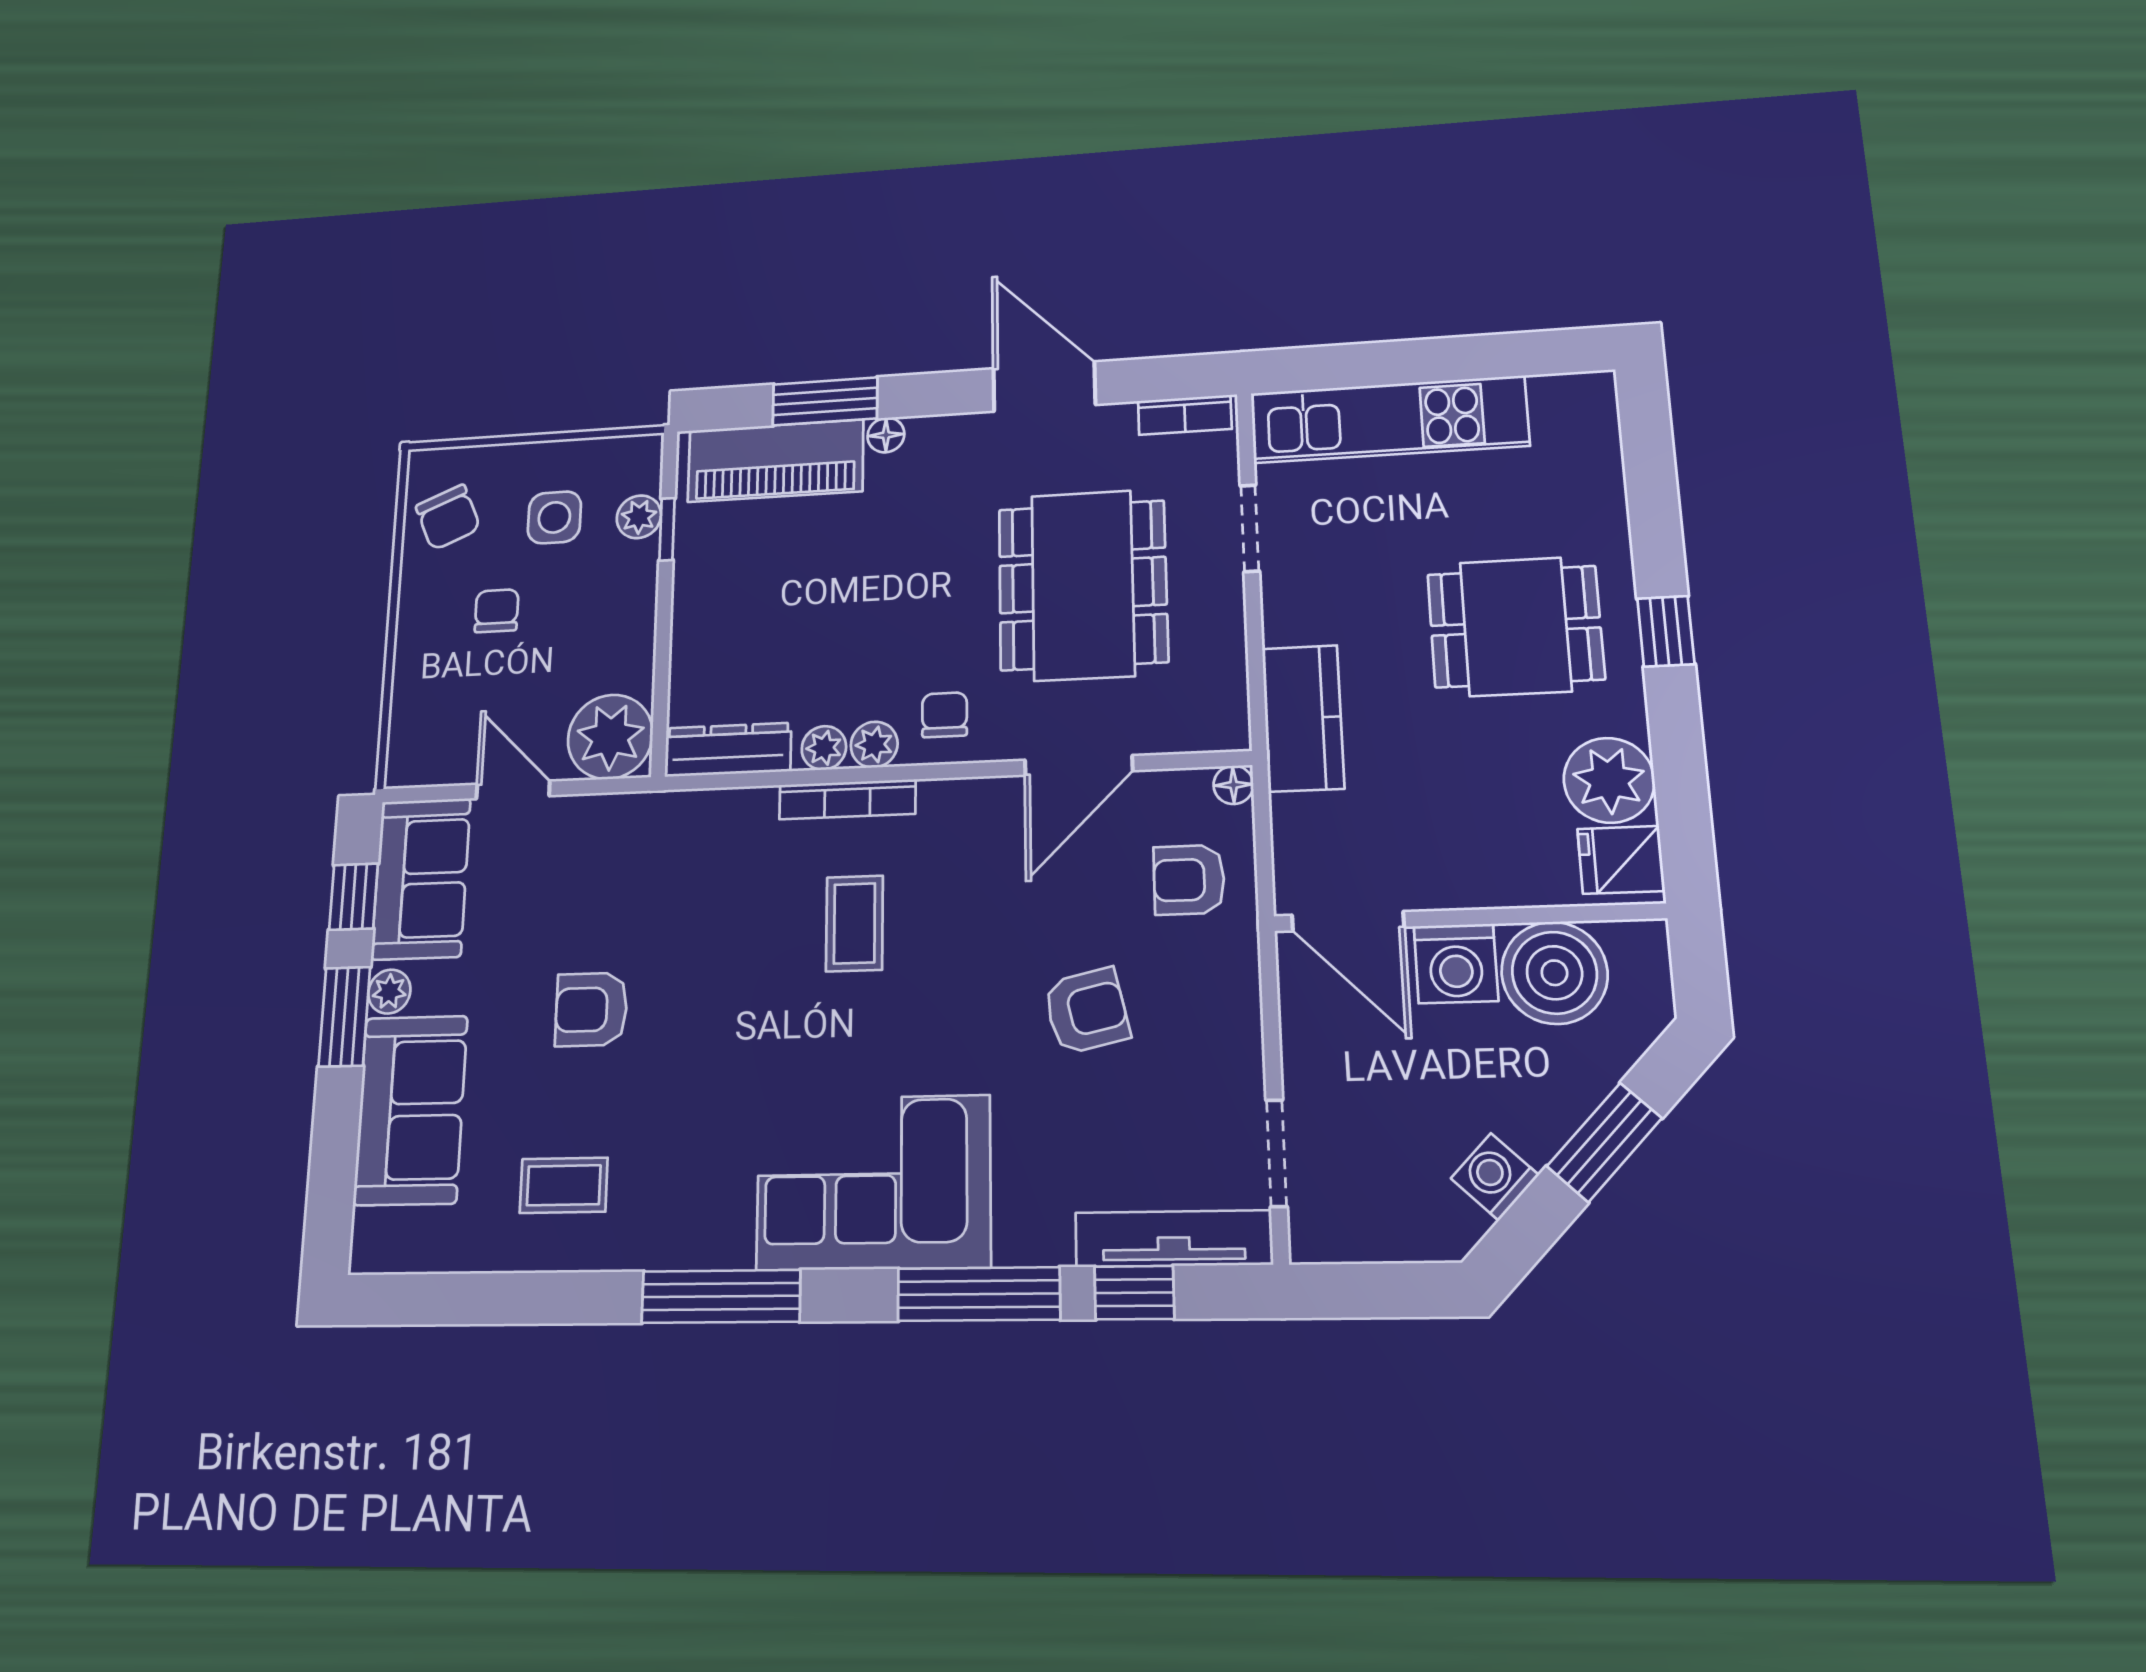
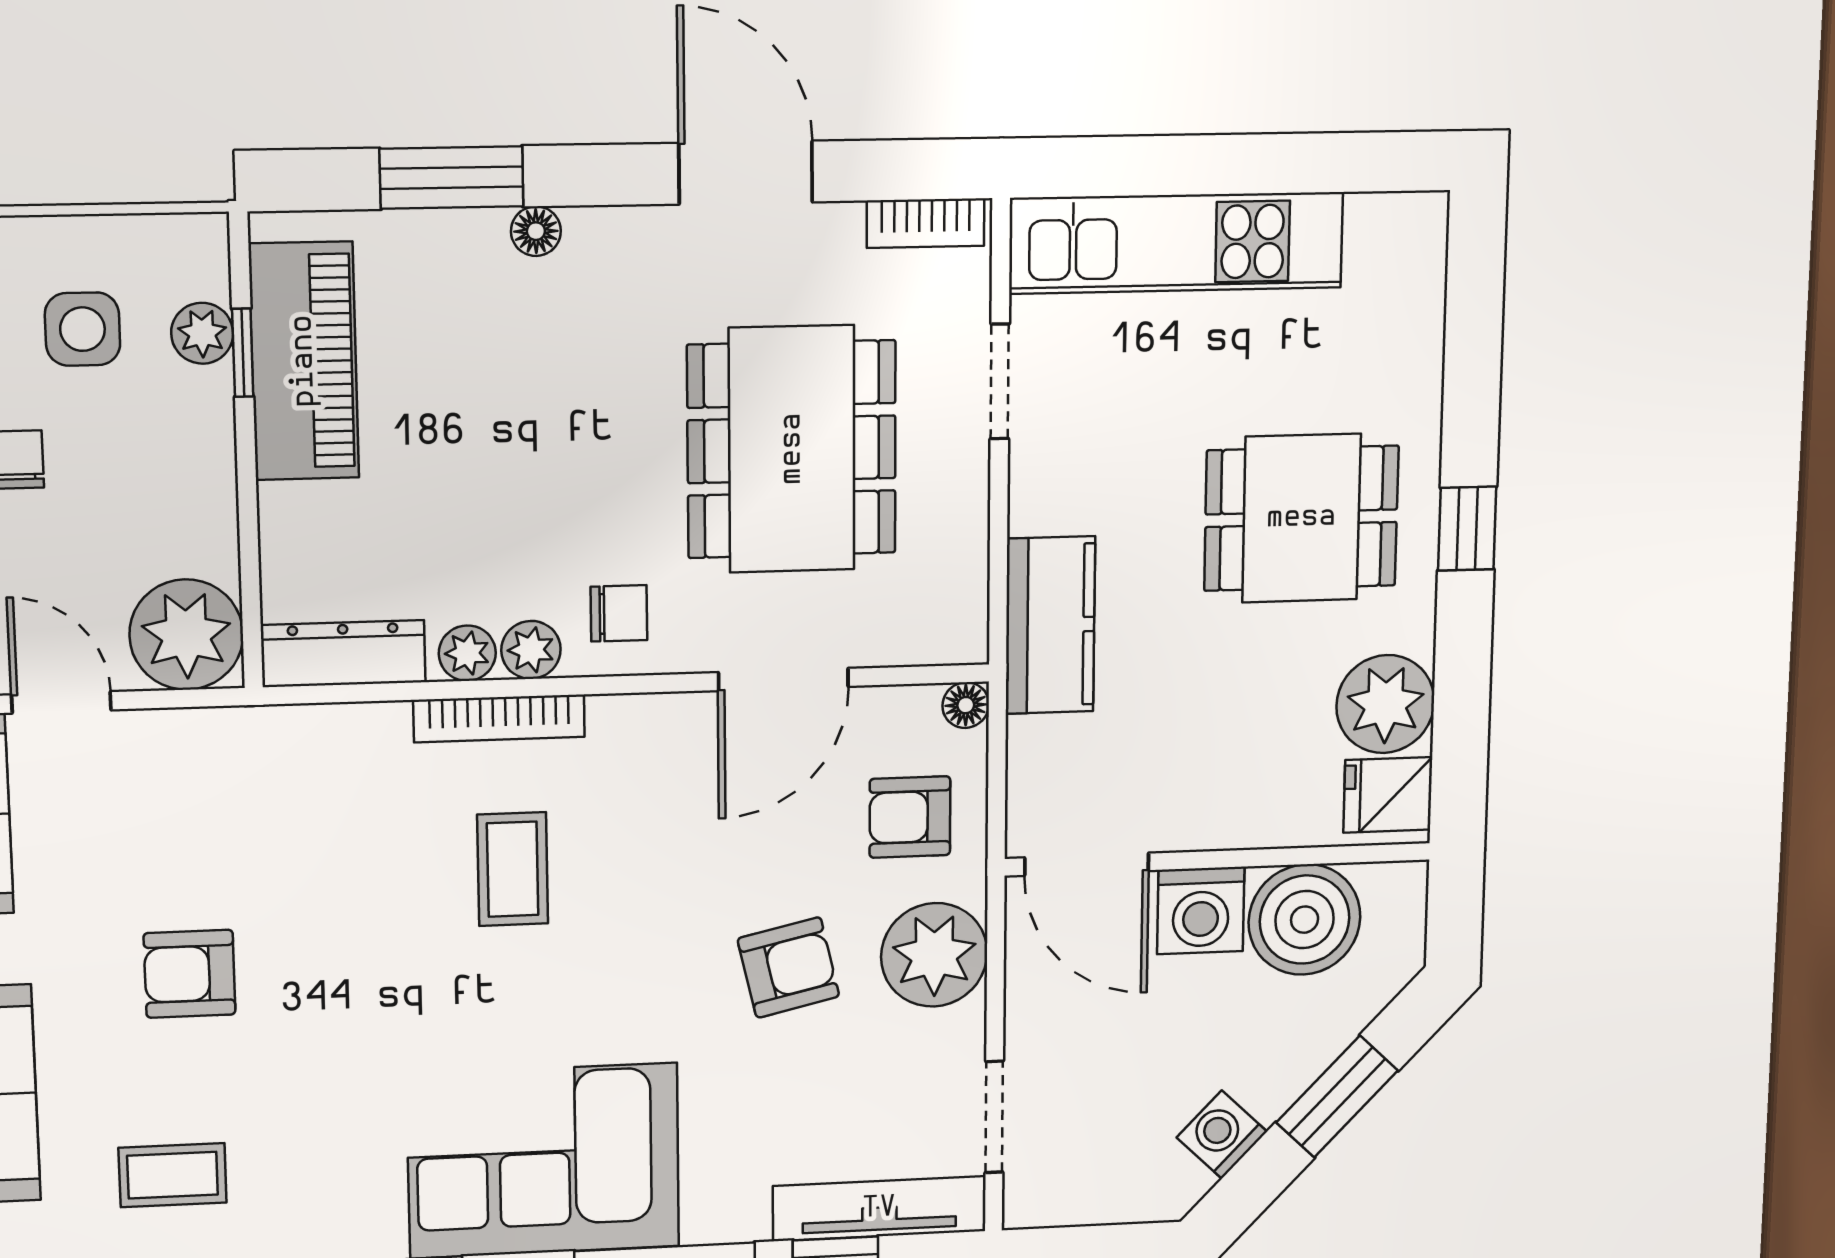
piano: (775, 461) -> (304, 361), moved, turned -90
chair: (945, 715) -> (619, 613), turned 90
plant: (1215, 1001) -> (934, 955), added

